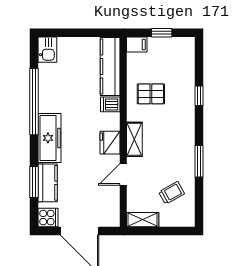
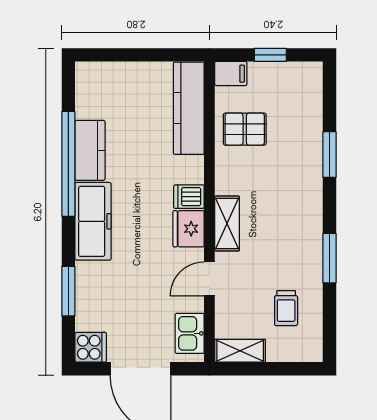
kitchen sink: (47, 50) -> (190, 333), moved, turned 180
pallet: (151, 94) -> (245, 129), moved
window: (199, 96) -> (329, 155), width x1.50
dishwasher: (110, 104) -> (189, 197), moved
kitchen counter: (48, 183) -> (90, 150), moved
trolley: (172, 193) -> (286, 308), turned 119

